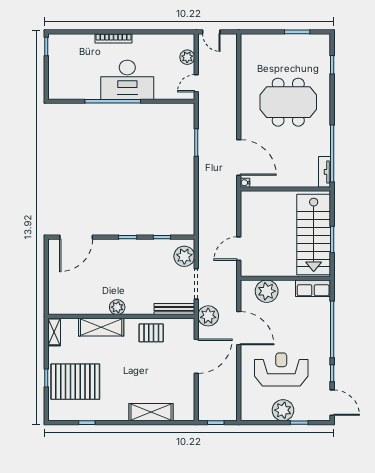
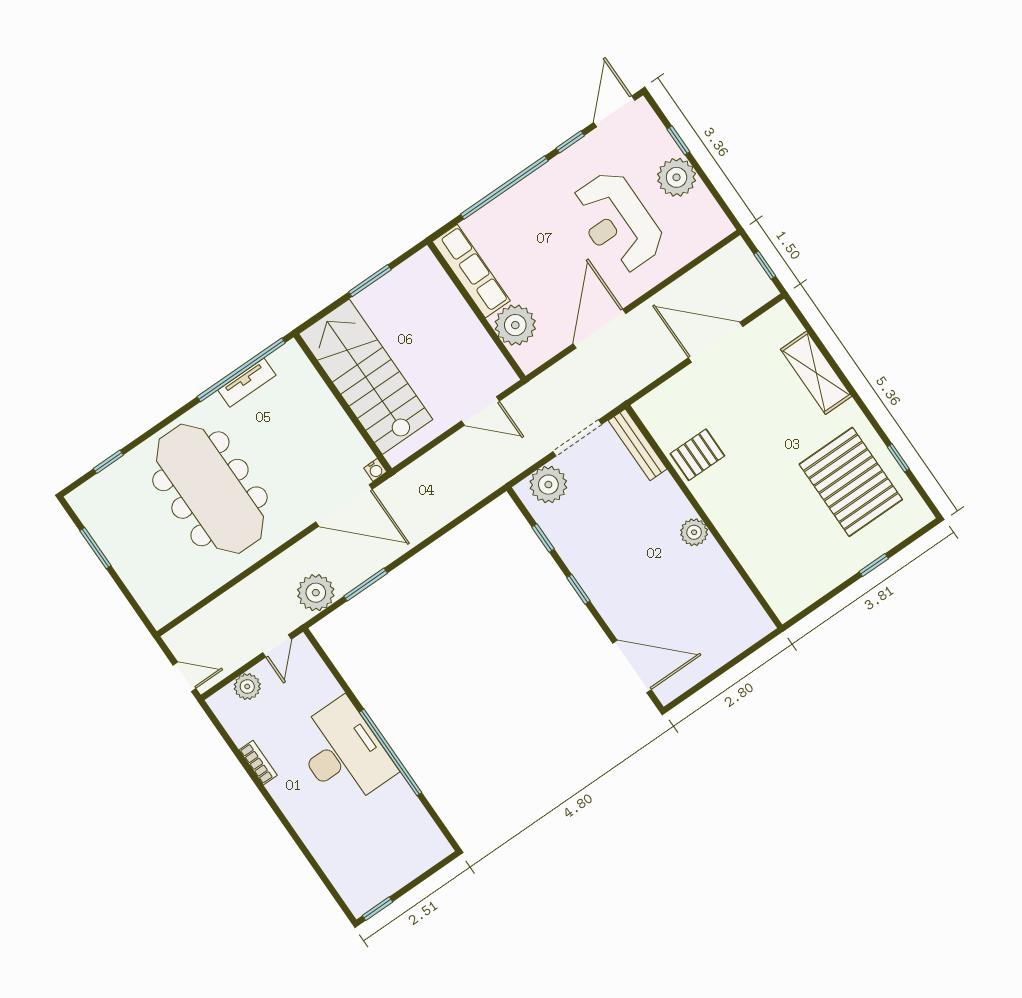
door: (211, 32) -> (184, 677), hinge flipped
bookcase: (113, 38) -> (258, 763), moved, width x0.64
door: (196, 83) -> (277, 646), hinge flipped
meeting table: (288, 102) -> (210, 489), width x1.36
door: (239, 157) -> (344, 506), swing flipped
tv unit: (325, 172) -> (247, 383), moved
stairs: (314, 234) -> (366, 377), moved, turned -90
row of seats: (313, 288) -> (471, 271), width x1.48
plant: (208, 316) -> (316, 593), moved
shelving: (101, 327) -> (741, 536), removed
shelving: (54, 332) -> (797, 601), removed
pallet: (151, 333) -> (697, 455), turned 90
door: (196, 356) -> (716, 342), moved
pallet: (75, 382) -> (851, 482), moved

